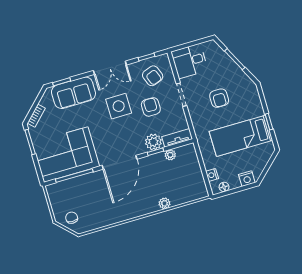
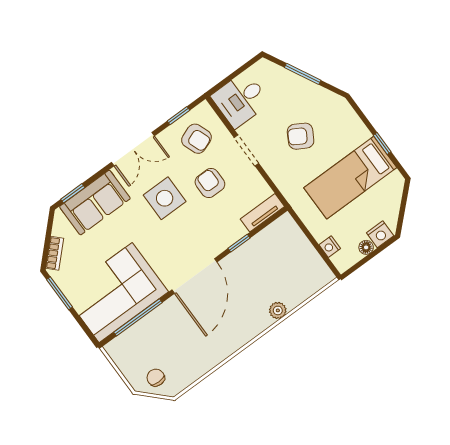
armchair: (219, 98) -> (301, 136), turned 120
plant: (153, 142) -> (231, 230), removed
plant: (170, 155) -> (261, 240), removed
floor lamp: (224, 187) -> (366, 247), moved

